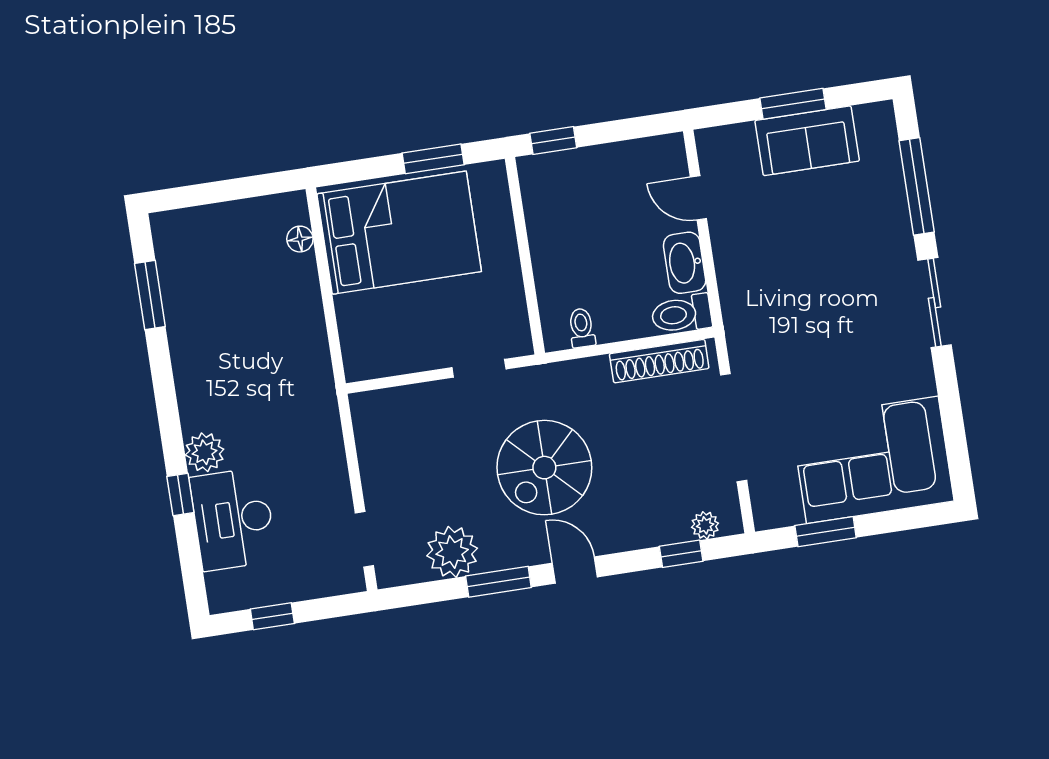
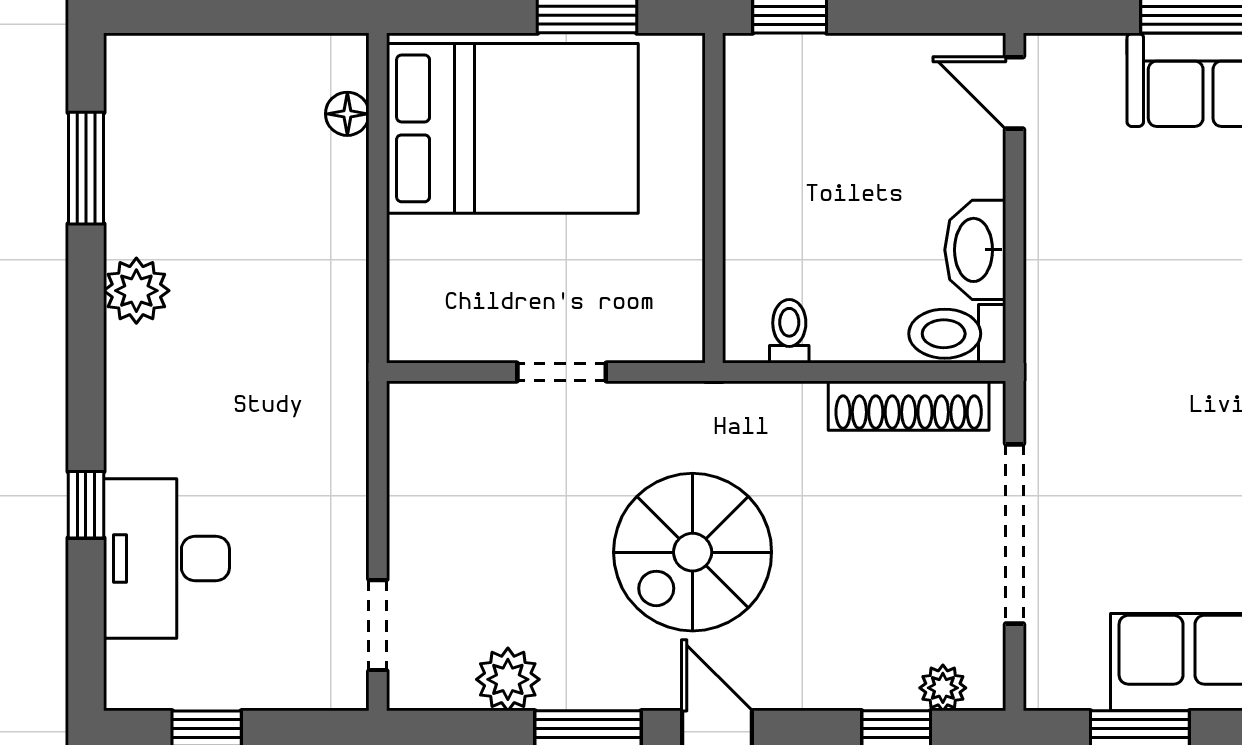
door: (698, 198) -> (1015, 93), moved
doorway: (479, 368) -> (562, 372), moved
plant: (205, 452) -> (136, 291), moved
plant: (452, 552) -> (508, 679), width x0.73, depth x0.73

